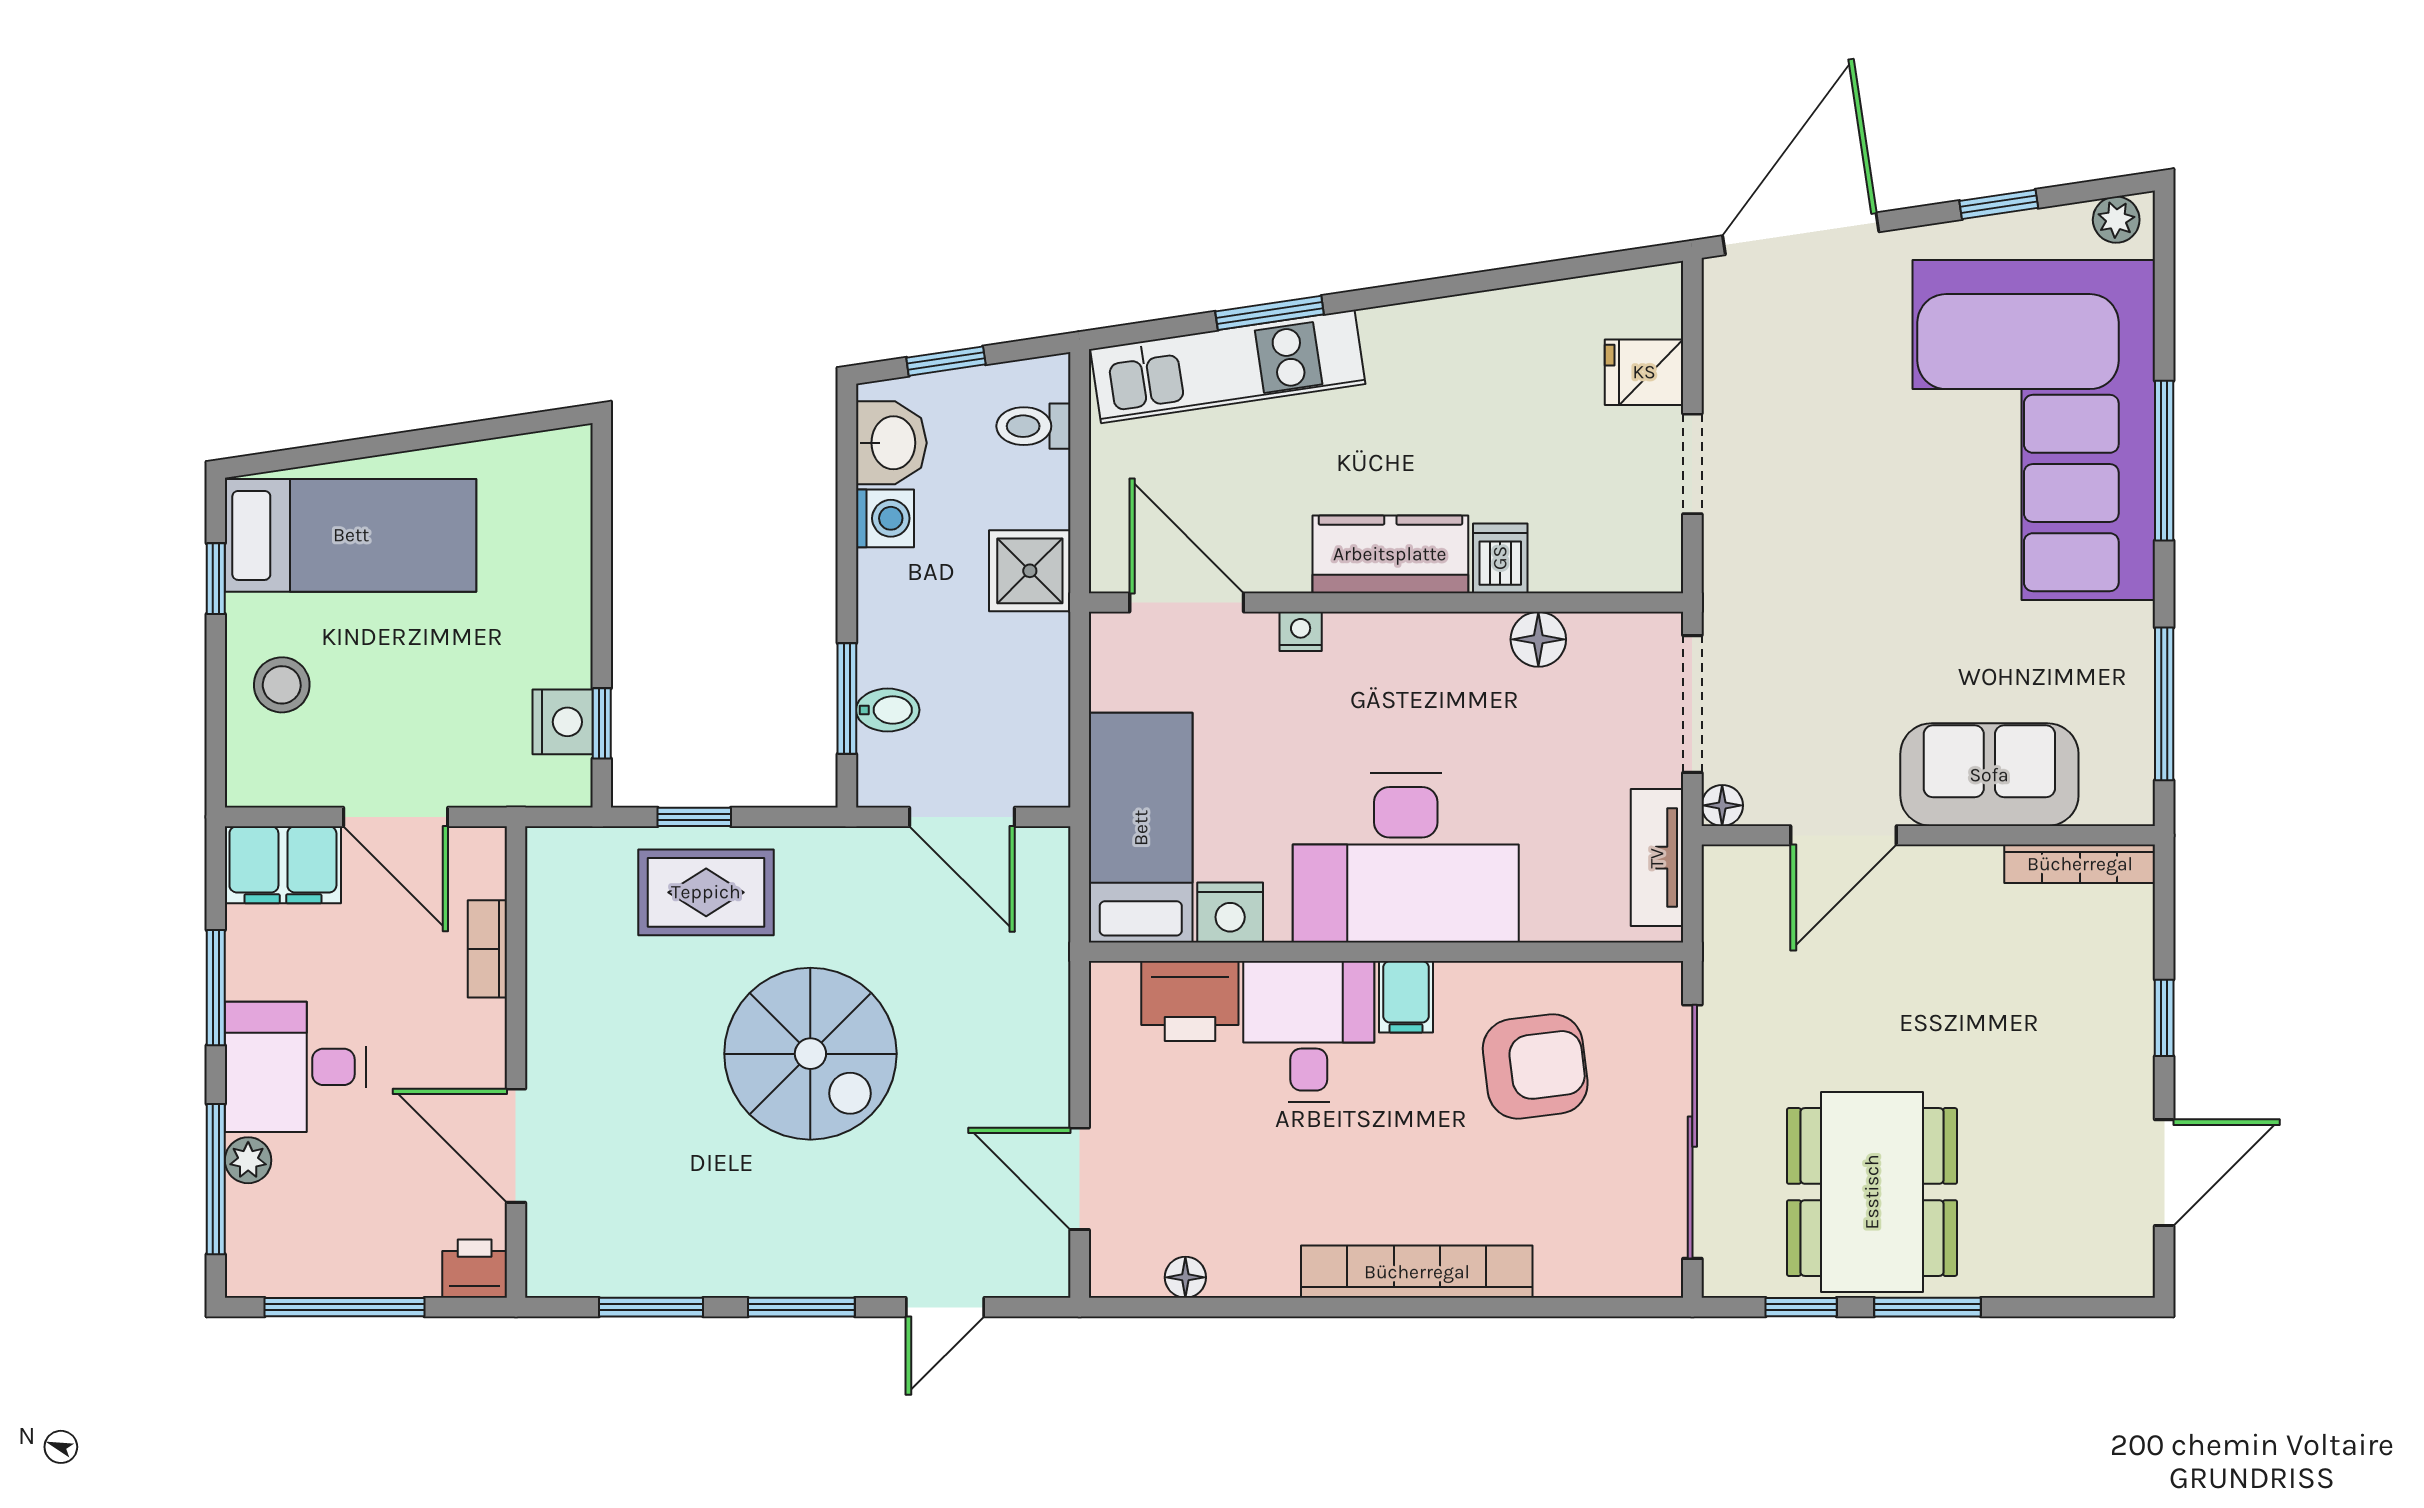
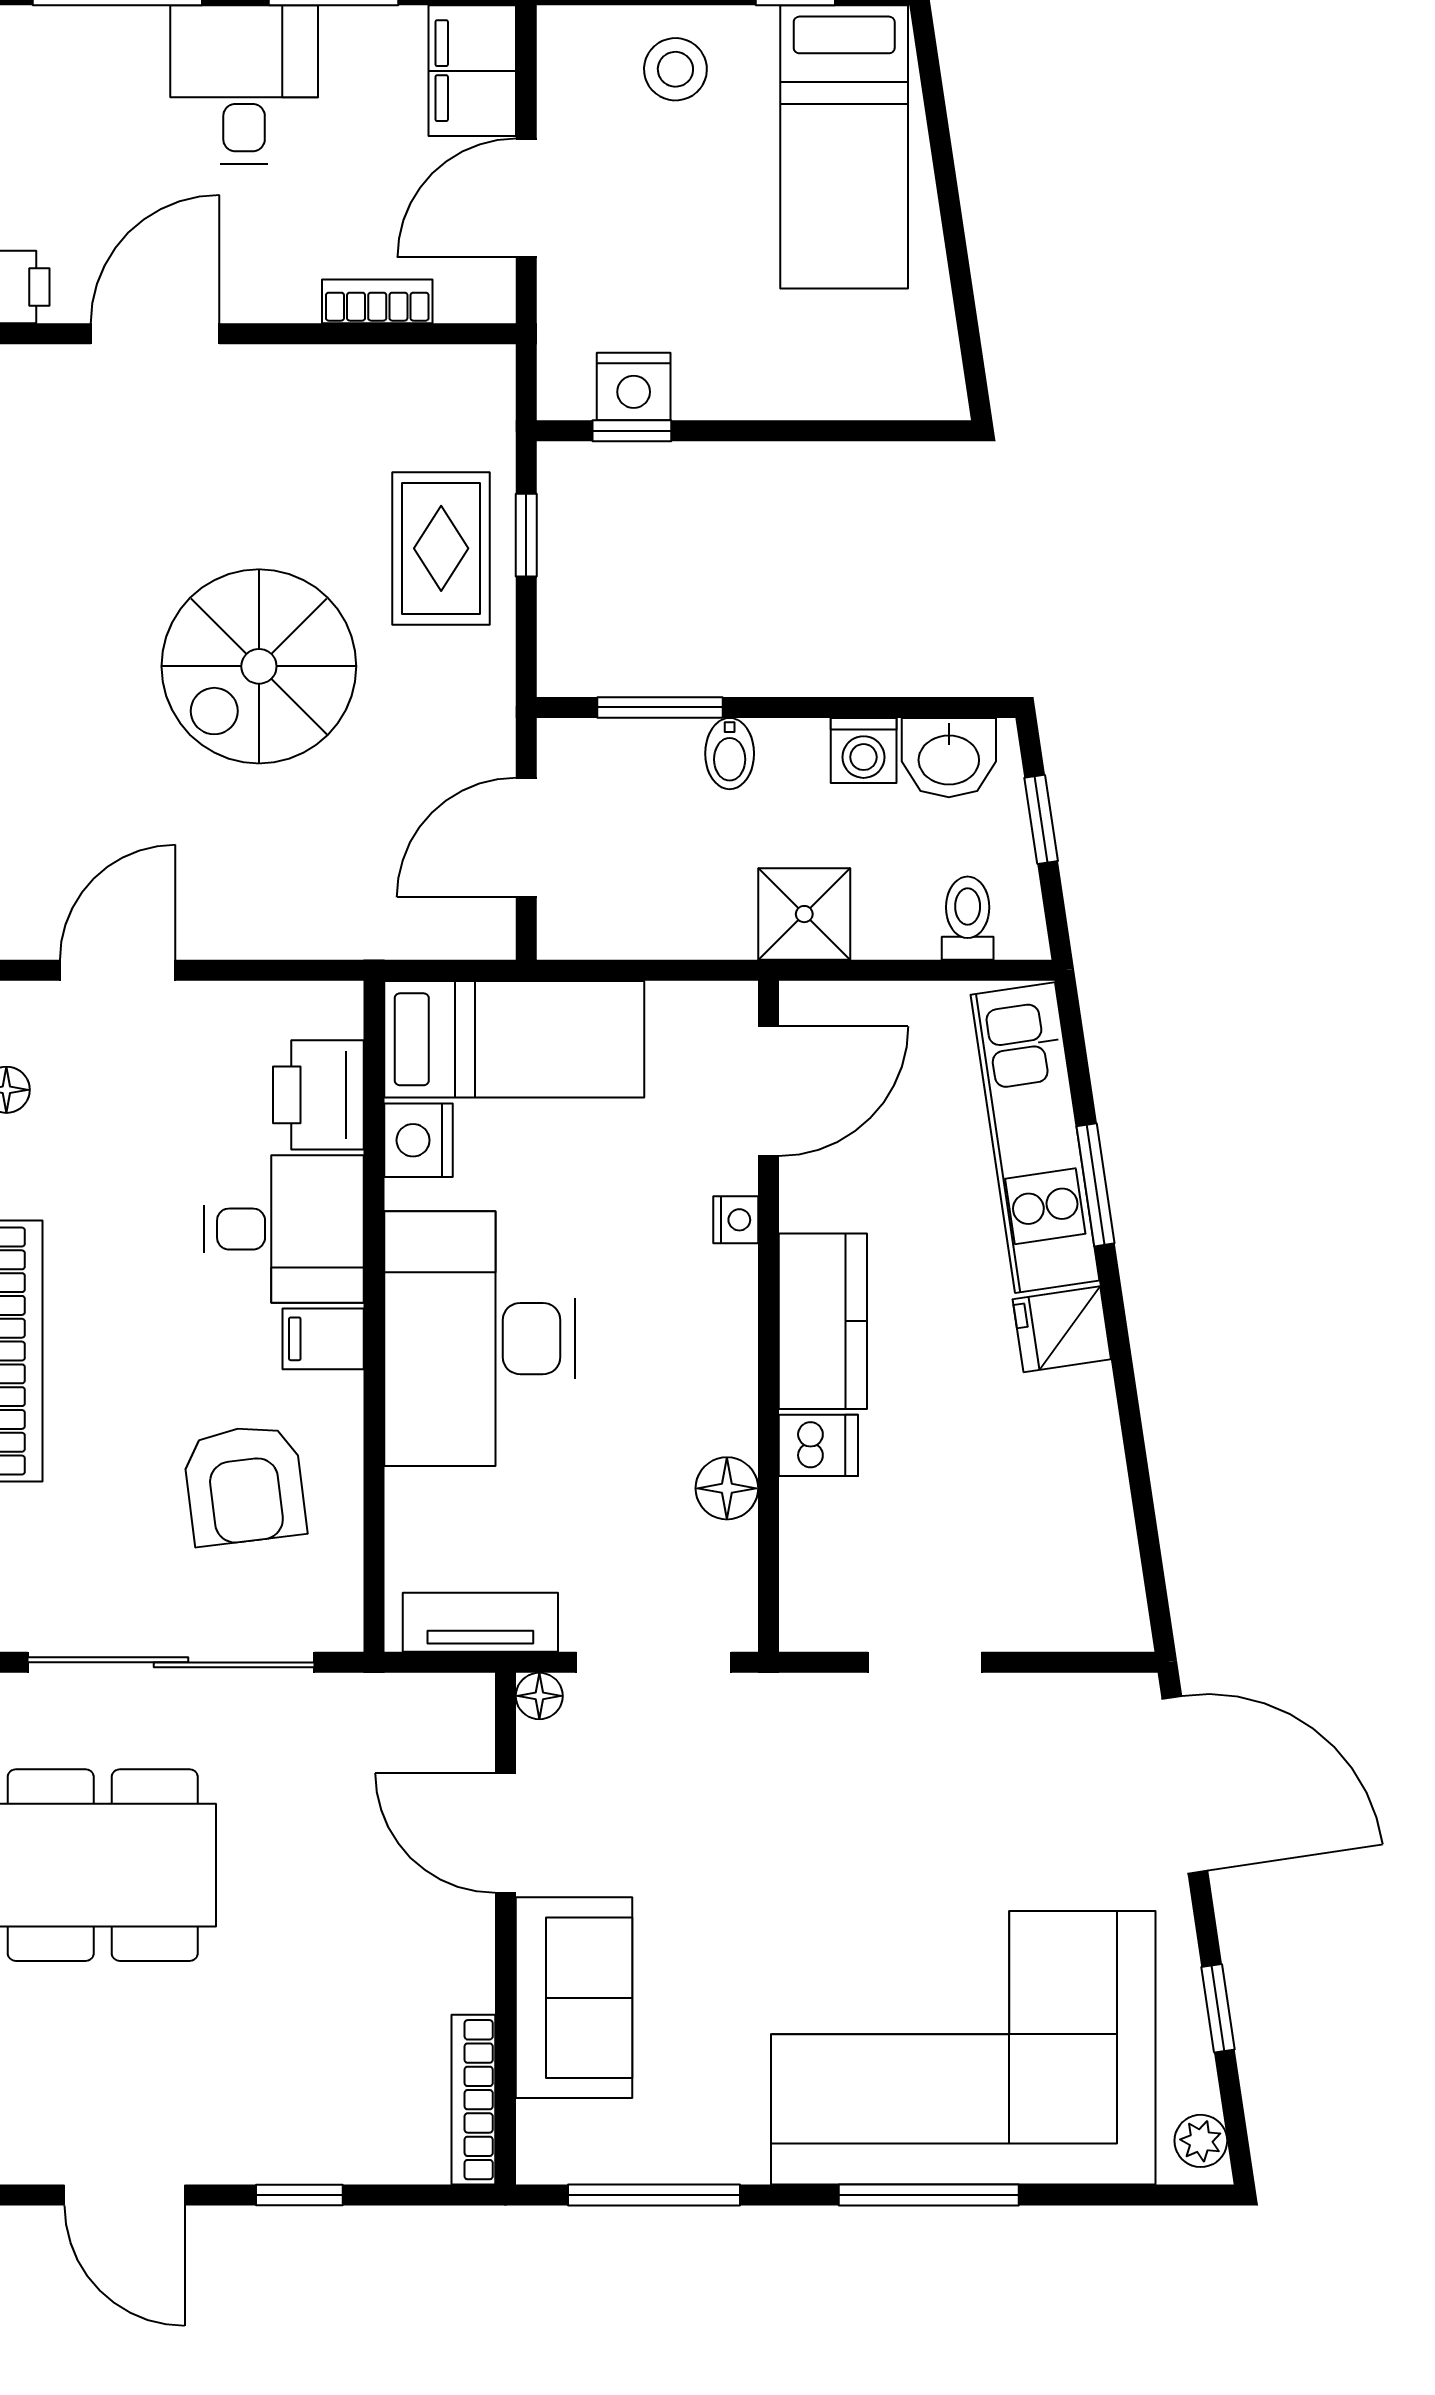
fridge: (1644, 372) -> (1062, 1329), moved, turned -98
bidet: (888, 710) -> (730, 754), moved
plant: (248, 1160) -> (139, 31), removed

